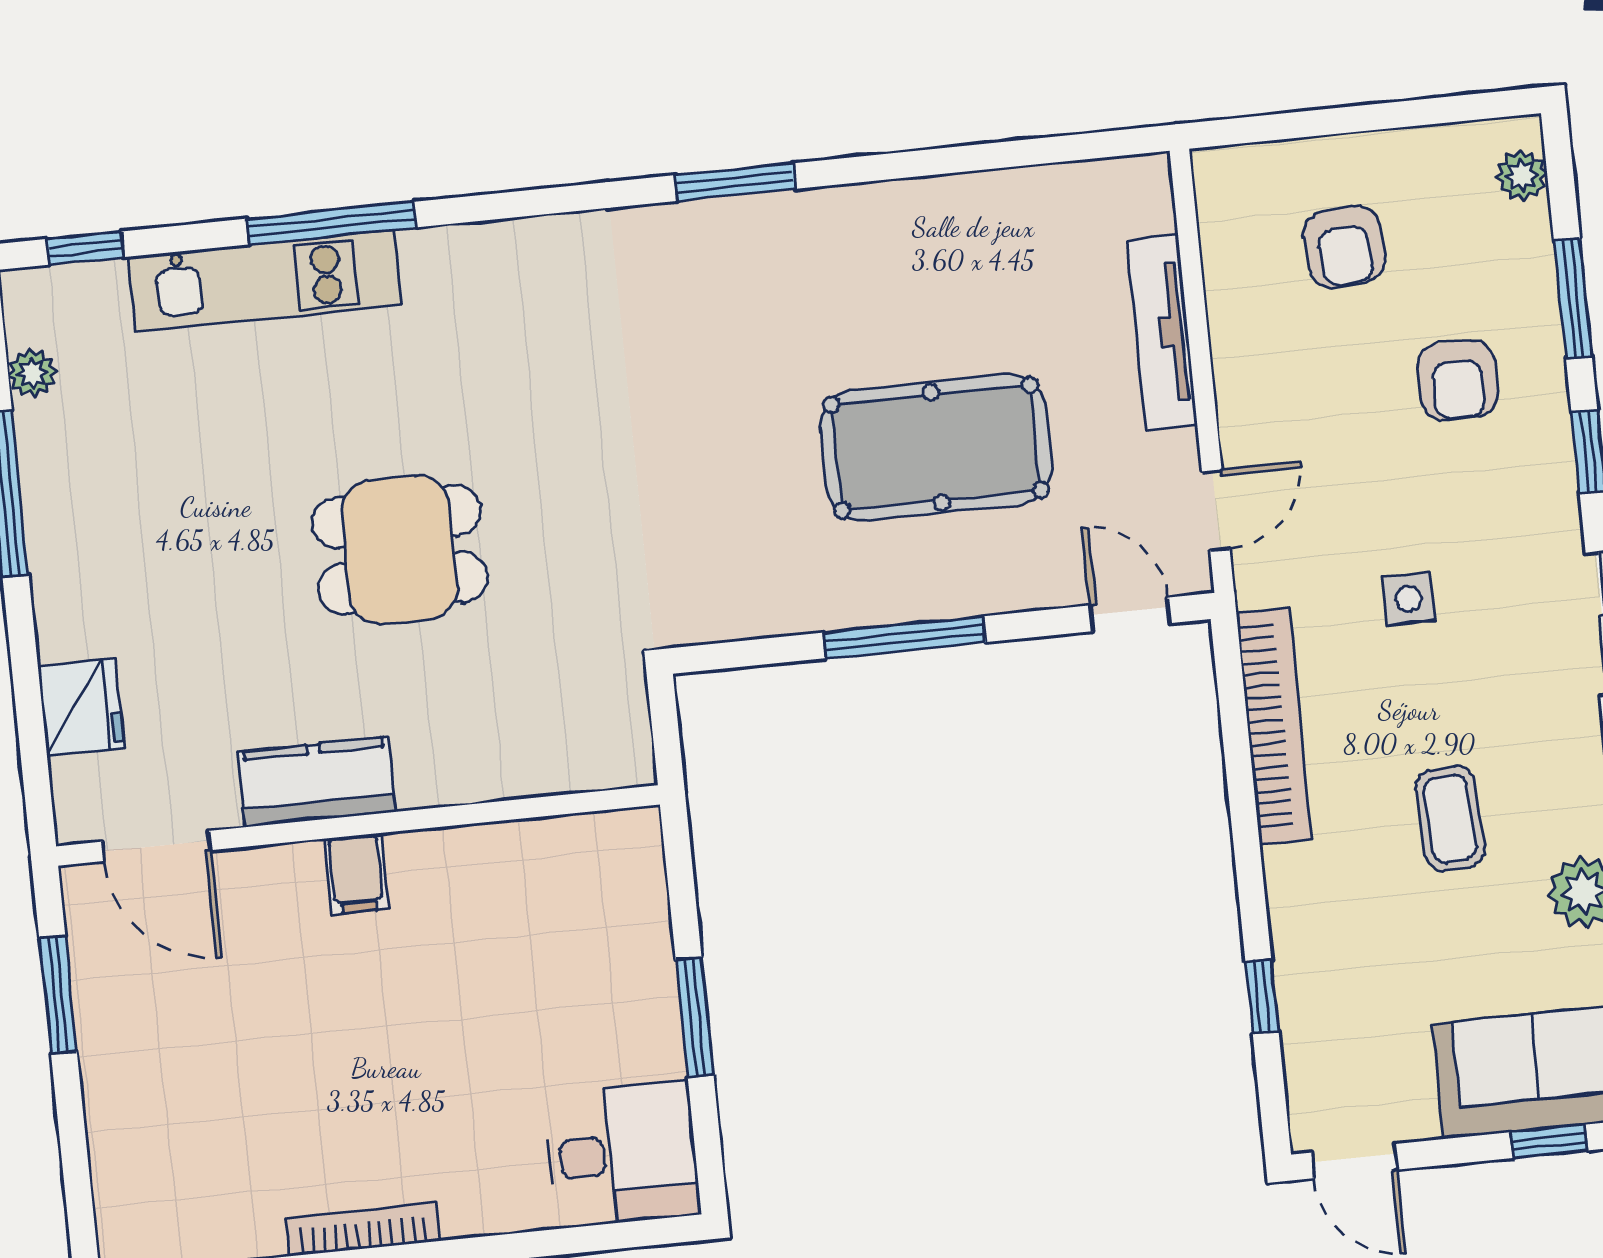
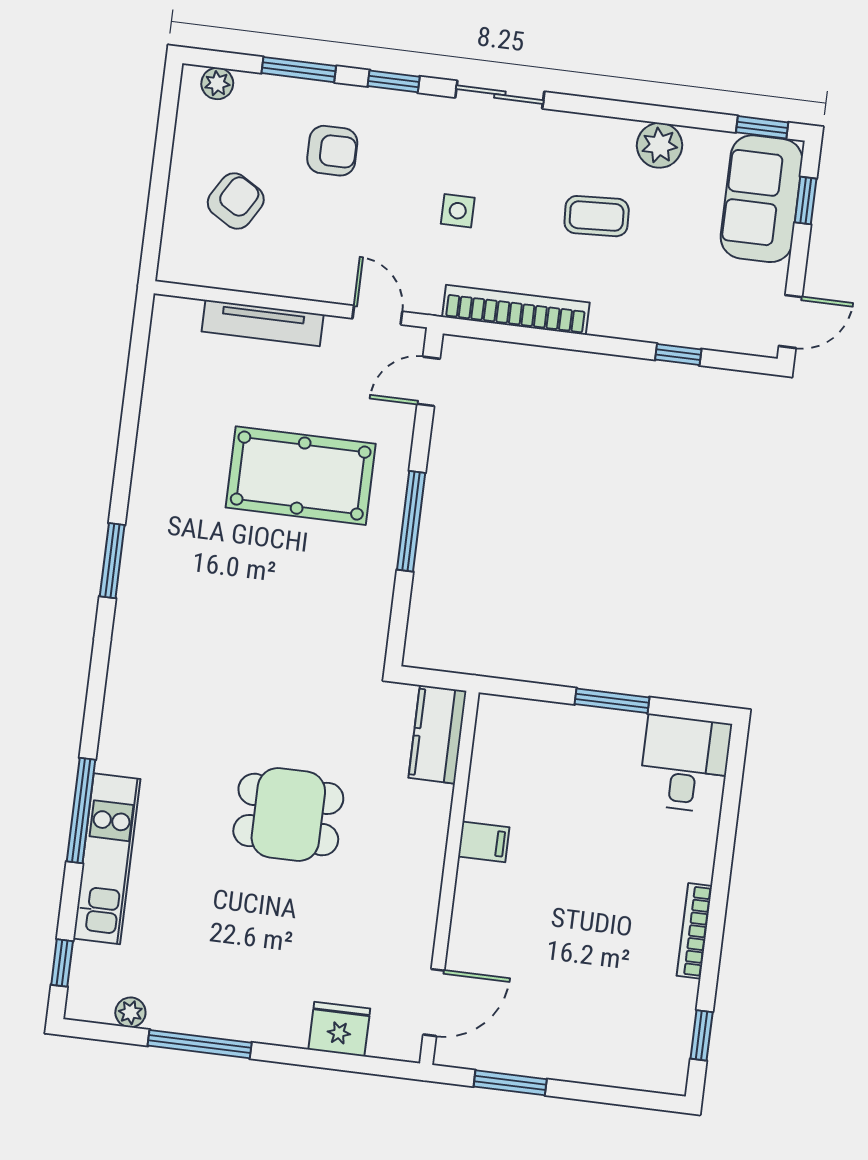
armchair: (1344, 247) -> (236, 201), turned -54
pool table: (936, 447) -> (301, 476), turned 90
dining table: (400, 550) -> (288, 815), turned 90
kitchen counter: (317, 782) -> (438, 734), moved
filing cabinet: (356, 874) -> (484, 842), moved

